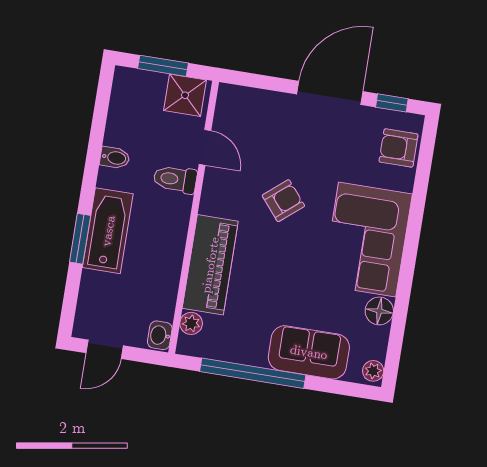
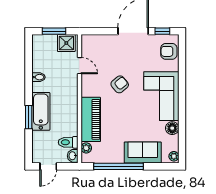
toilet: (175, 179) -> (68, 142), moved

